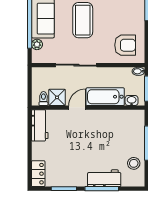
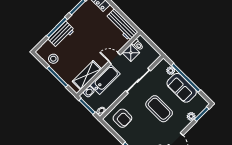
armchair: (125, 45) -> (122, 118), turned -90
door: (77, 108) -> (114, 58), swing flipped
shelving: (118, 117) -> (87, 75), added
workbench: (40, 125) -> (122, 25), width x1.38

